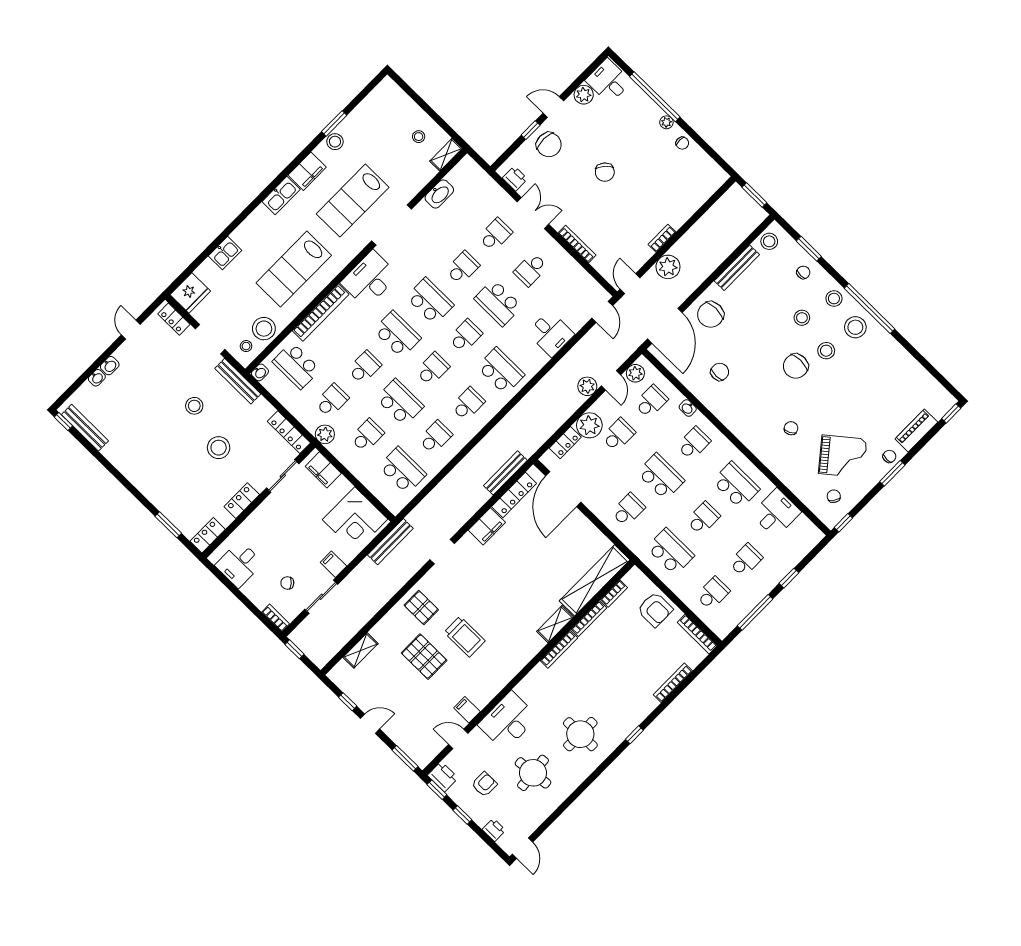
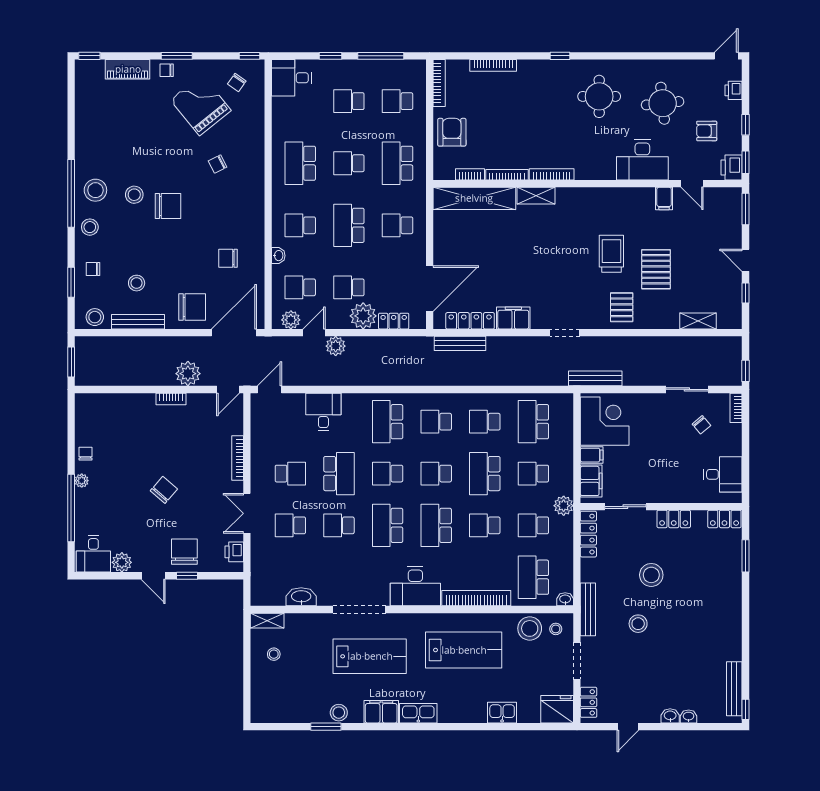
stool: (802, 318) -> (137, 283), moved
school desk: (296, 366) -> (533, 577), turned 180
desk: (776, 513) -> (292, 78), moved
filing cabinet: (333, 564) -> (592, 455), moved, turned -90

